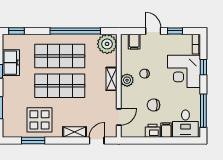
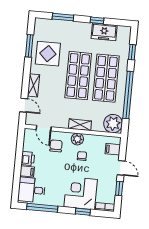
window: (17, 31) -> (132, 52), moved
door: (153, 31) -> (121, 168), hinge flipped
chair: (153, 105) -> (56, 146), moved

